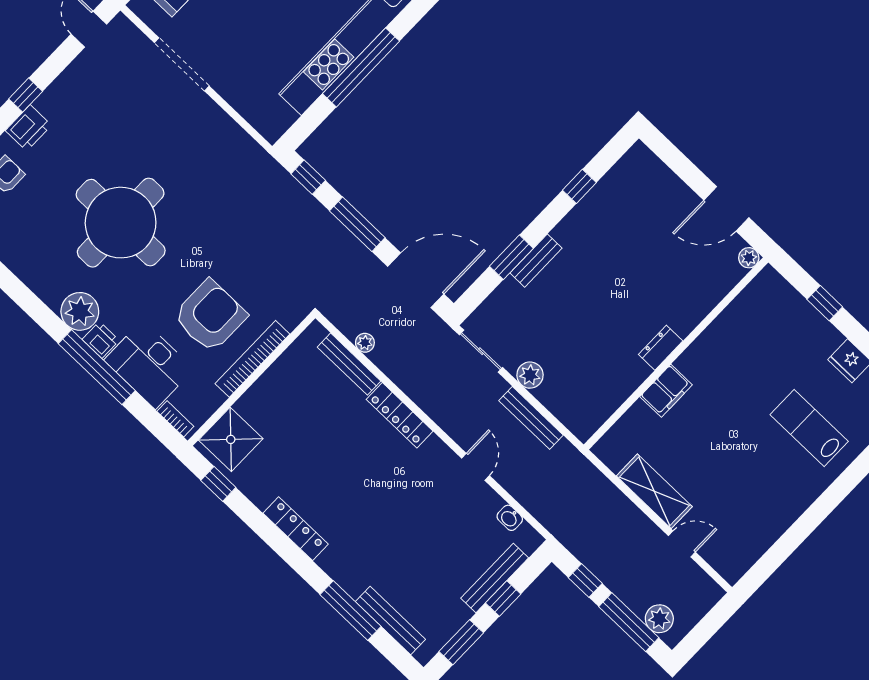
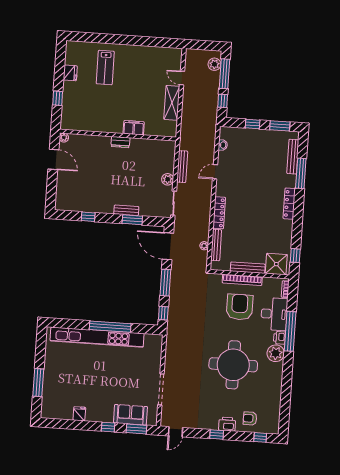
armchair: (210, 316) -> (240, 307), turned 90
locker: (296, 529) -> (289, 204), moved
bench: (495, 578) -> (248, 268), moved

